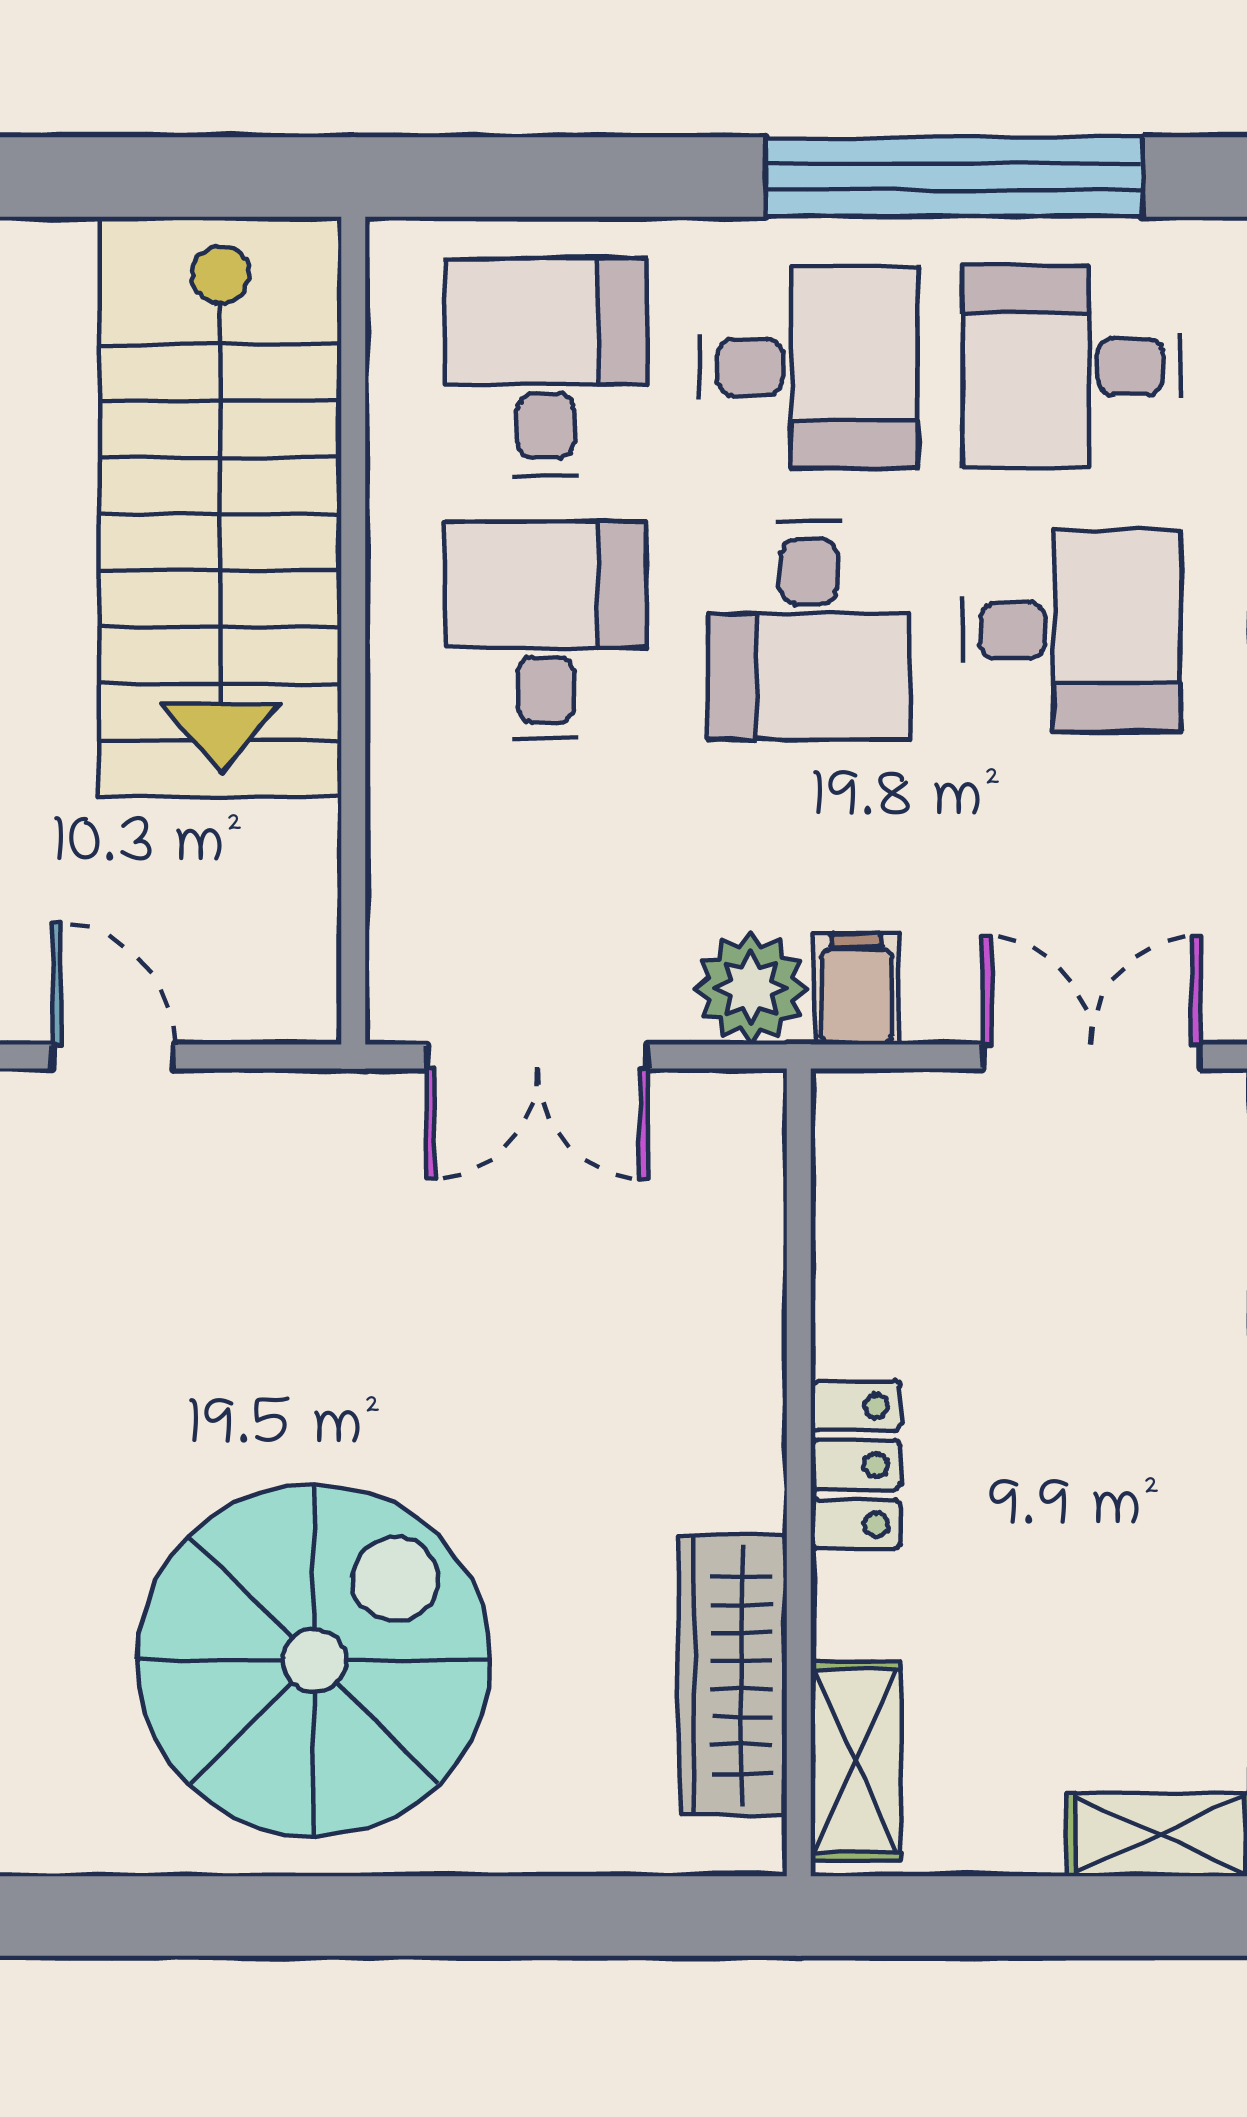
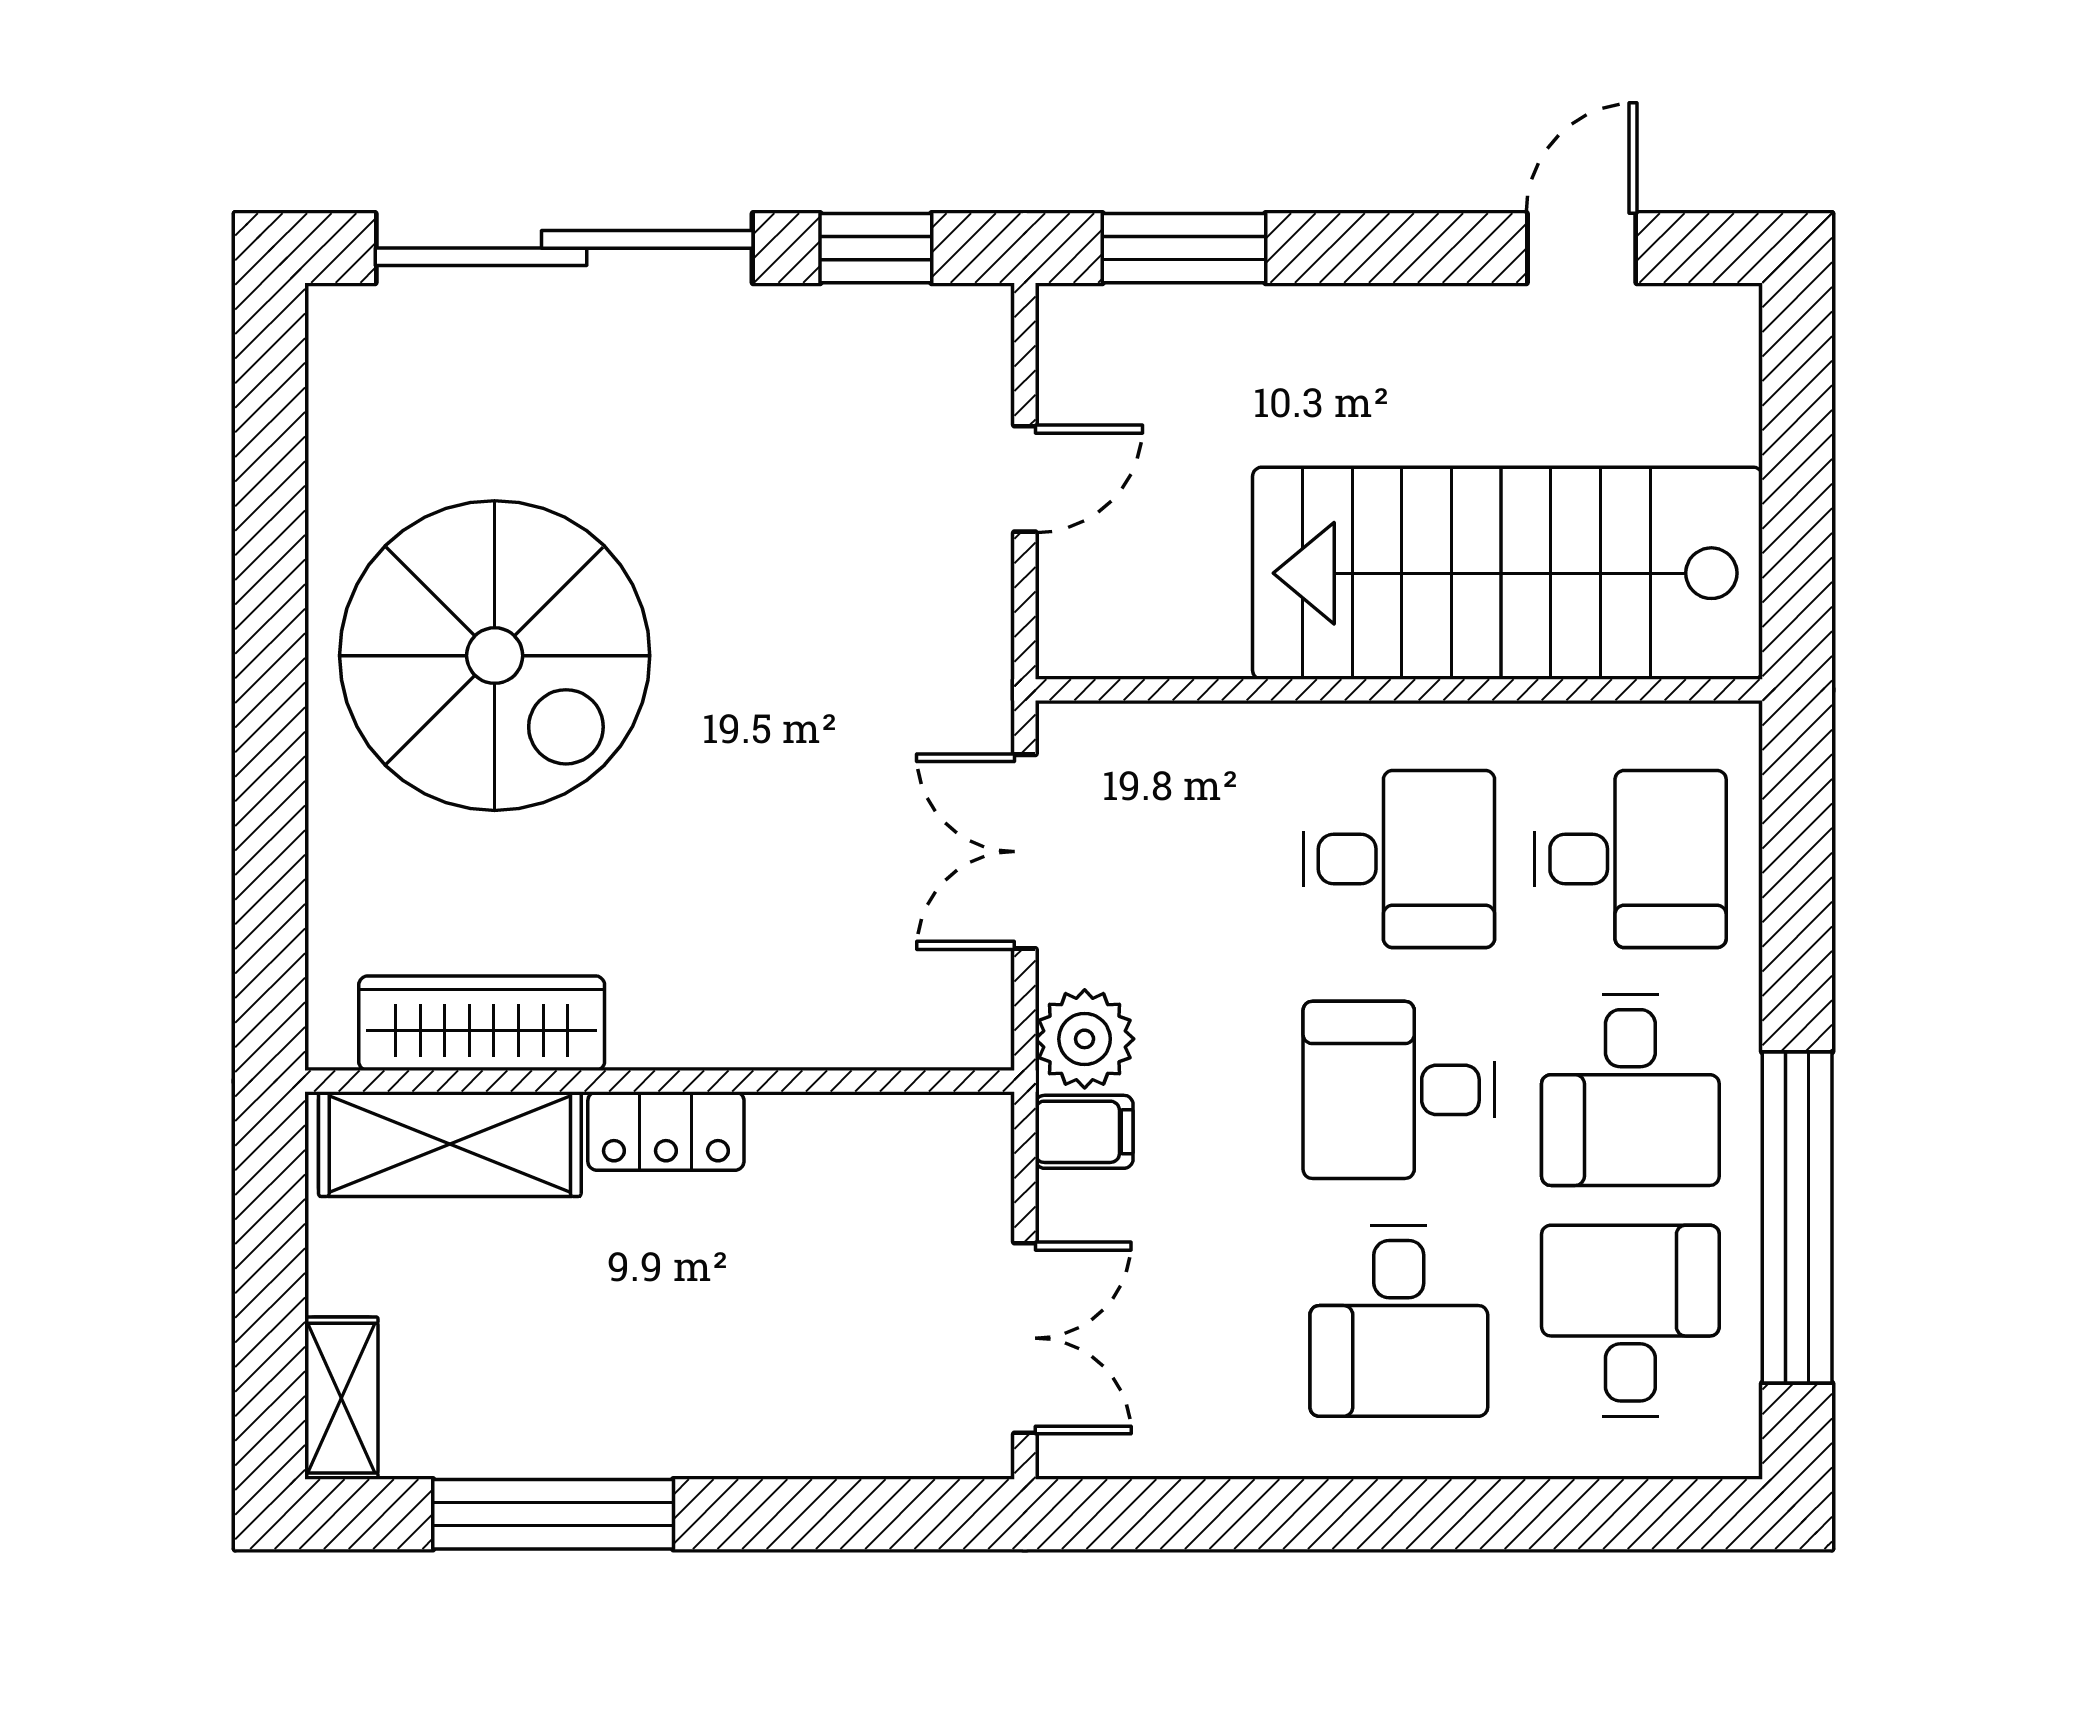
shelving: (856, 1761) -> (450, 1144), width x1.50, depth x1.33

